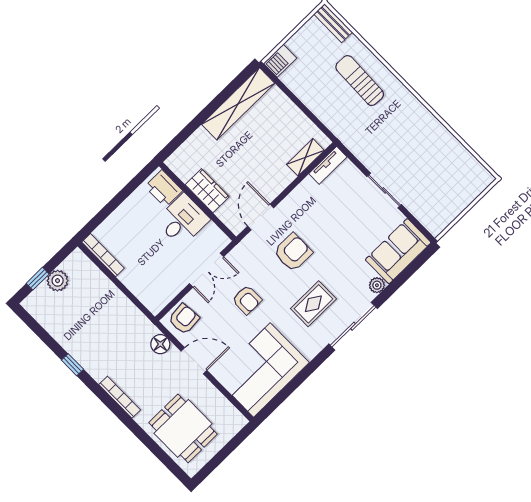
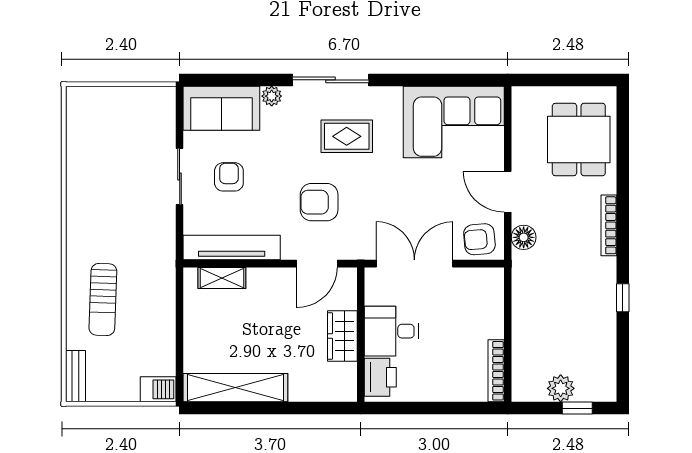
tv unit: (328, 165) -> (232, 248), width x1.92, depth x1.29
double door: (207, 270) -> (414, 264), width x1.37
armchair: (247, 300) -> (229, 177), moved

